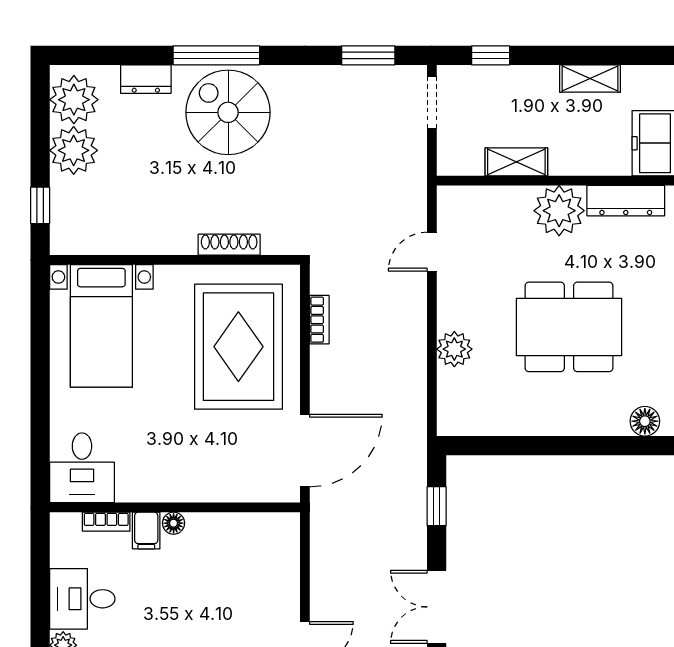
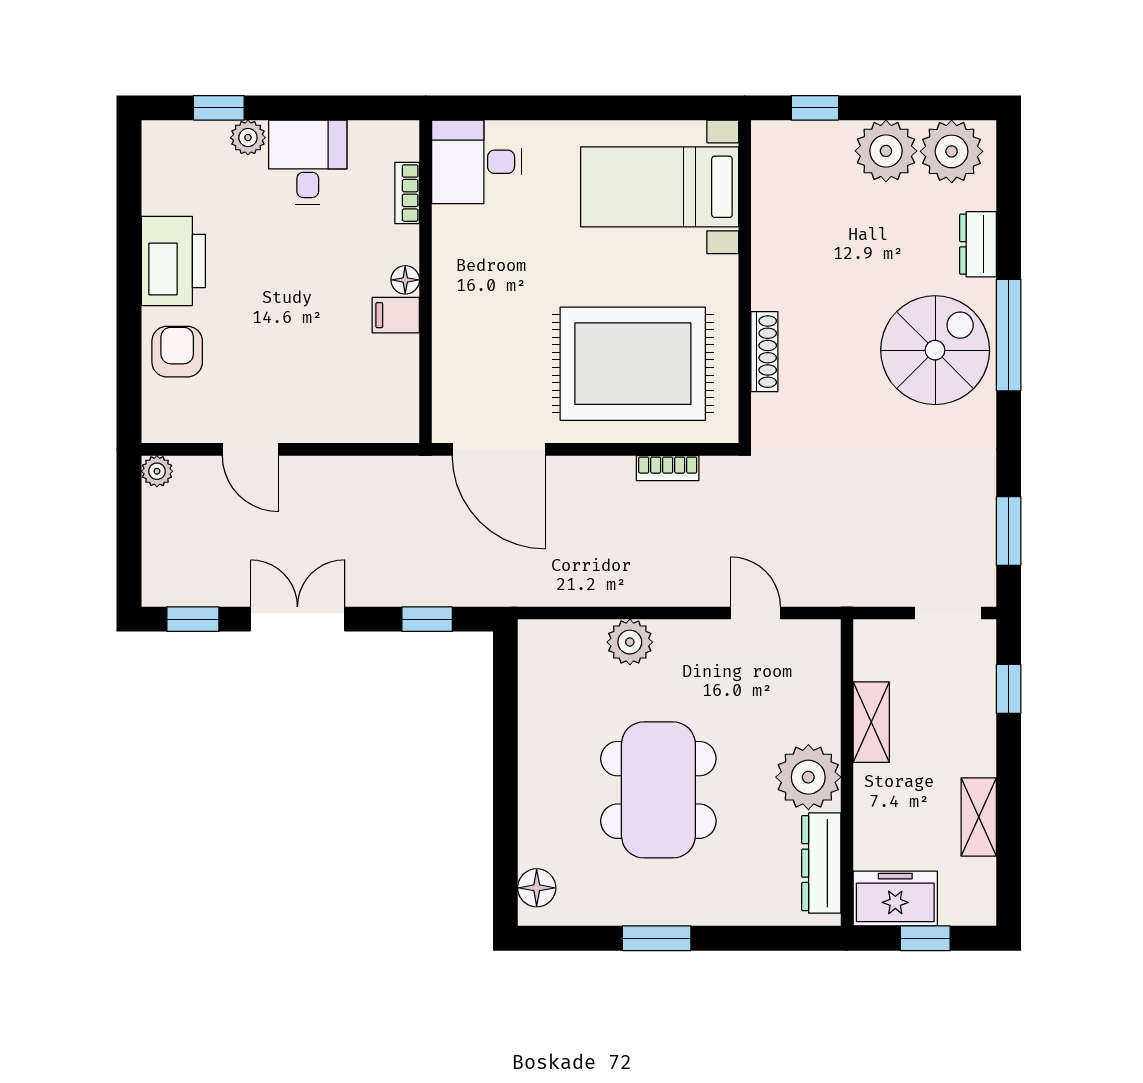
filing cabinet: (146, 530) -> (396, 315), moved

